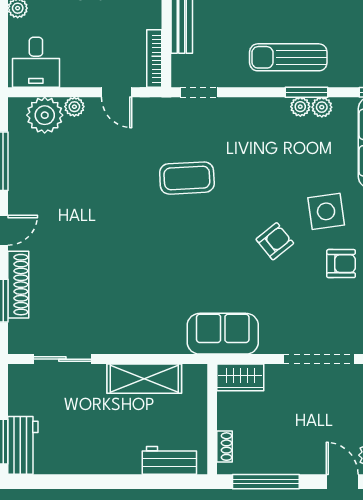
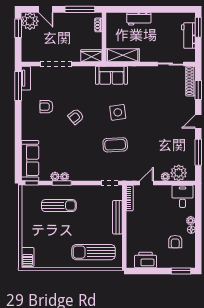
sun lounger: (288, 57) -> (59, 206), moved
door: (117, 92) -> (147, 183), hinge flipped
side table: (326, 211) -> (118, 112), moved
shoe rack: (18, 285) -> (190, 81), moved
sofa: (223, 334) -> (111, 75), moved
shelving: (144, 379) -> (123, 55), moved
workbench: (23, 445) -> (188, 36), moved
workbench: (169, 460) -> (139, 19), moved

